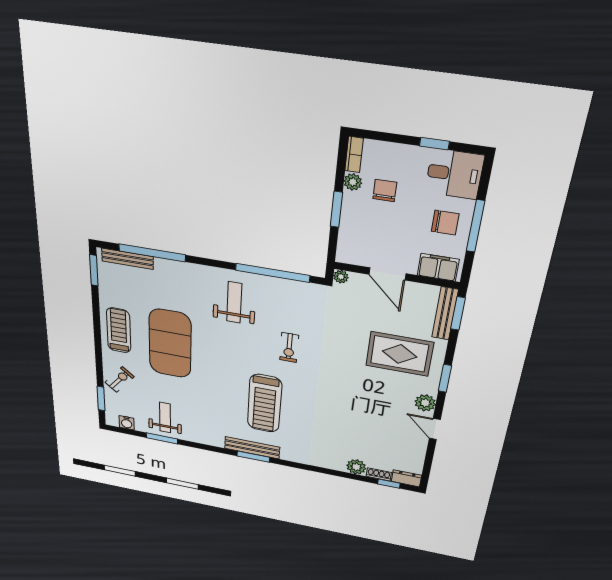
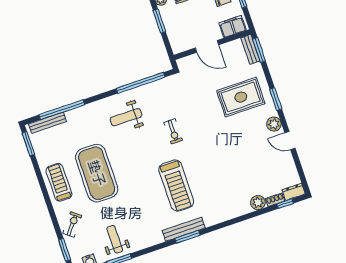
plant: (341, 277) -> (182, 63), removed
weight bench: (234, 302) -> (126, 117), turned -90
bench: (445, 314) -> (250, 49), width x0.73

